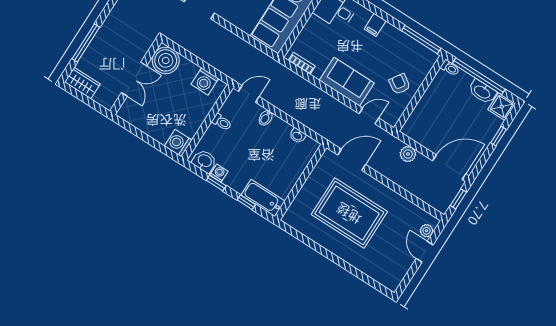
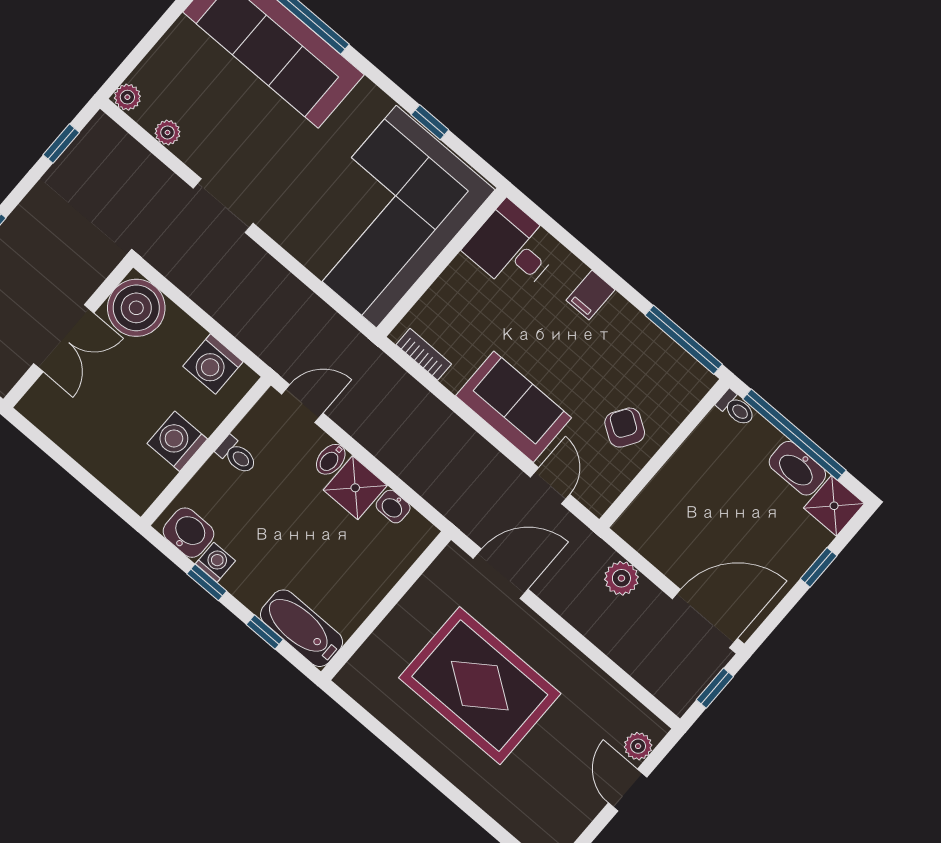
door: (369, 116) -> (550, 486), hinge flipped
shower: (279, 129) -> (355, 488), added
washing machine: (178, 143) -> (177, 441), moved

